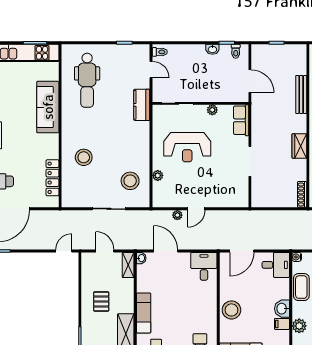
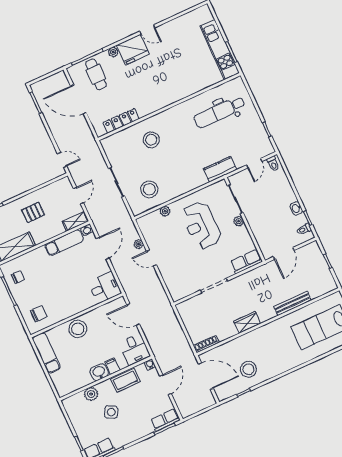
sofa: (48, 107) -> (180, 89), removed
plant: (212, 110) -> (239, 221), moved
exam couch: (144, 313) -> (64, 243), moved
filing cabinet: (282, 324) -> (112, 366), moved

